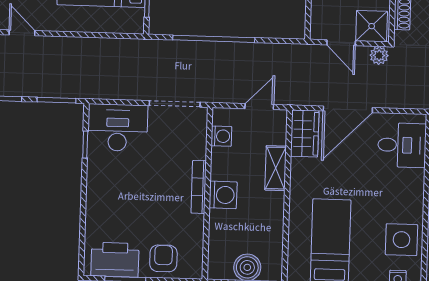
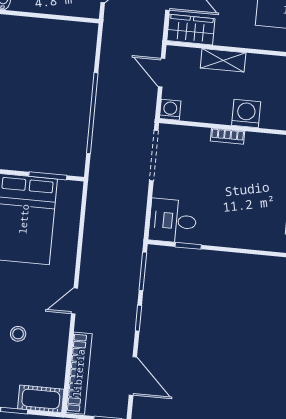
desk: (118, 128) -> (173, 221), width x0.73
washing machine: (221, 136) -> (170, 110), moved
bookcase: (199, 187) -> (227, 136), width x0.64

